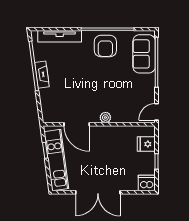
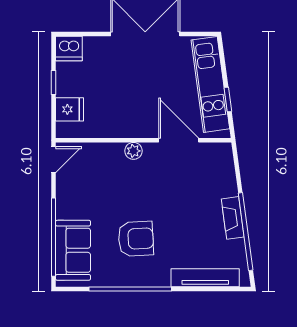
armchair: (105, 46) -> (136, 239), moved, turned 87

